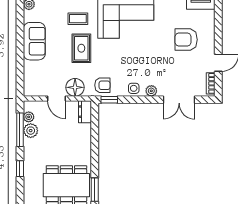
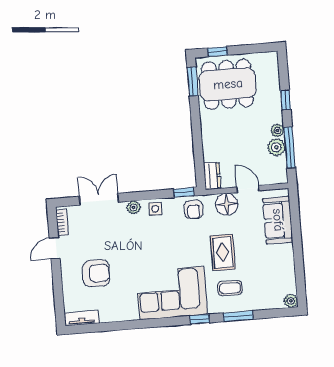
sofa: (34, 41) -> (278, 220), moved
armchair: (102, 85) -> (193, 209), turned -90
plant: (29, 117) -> (277, 130), moved

